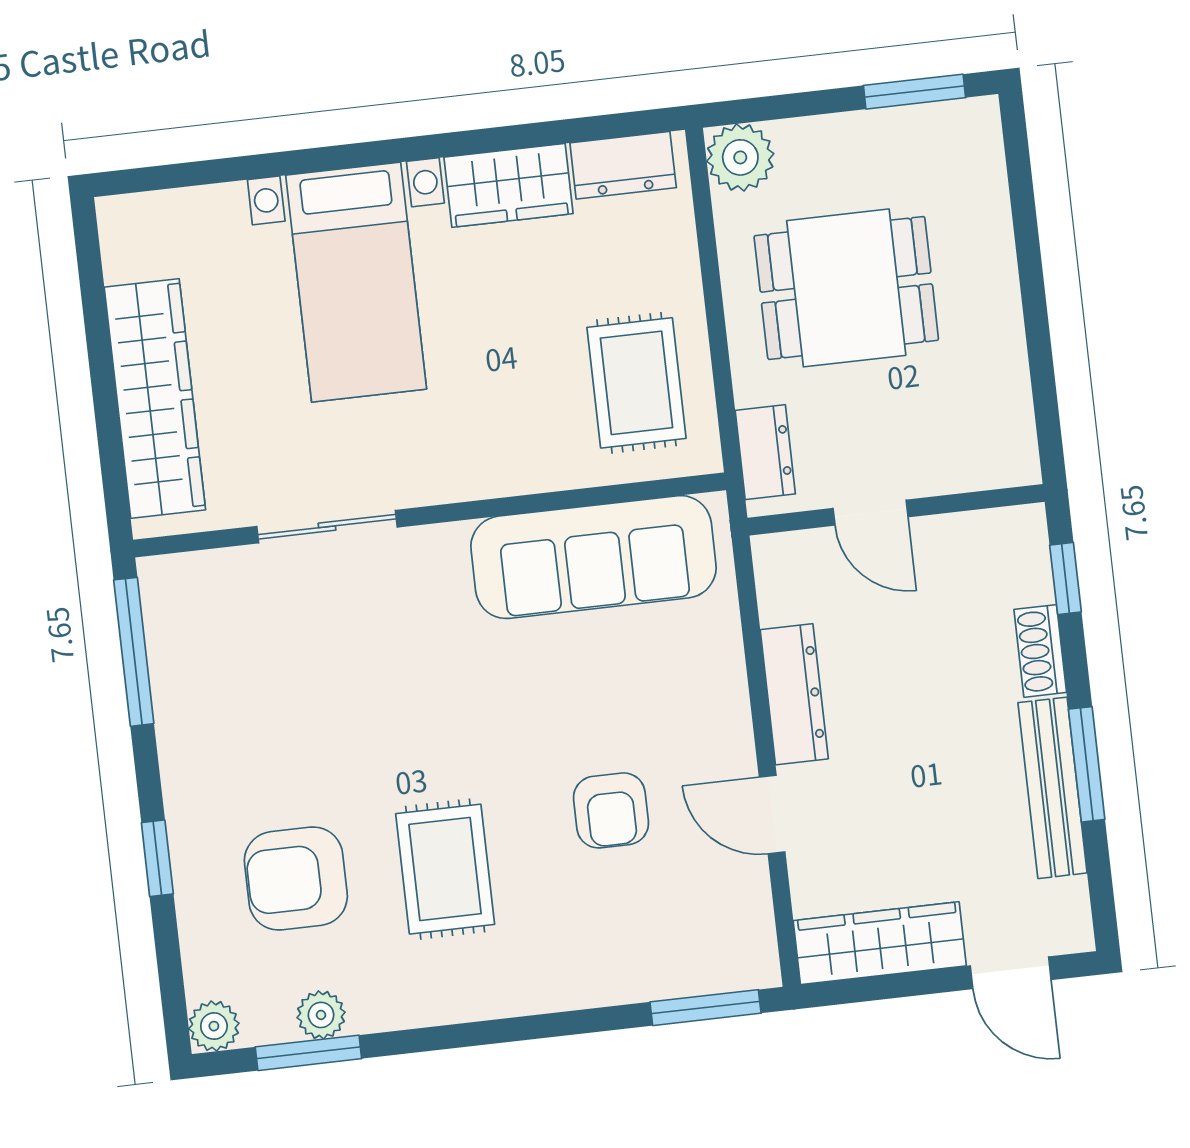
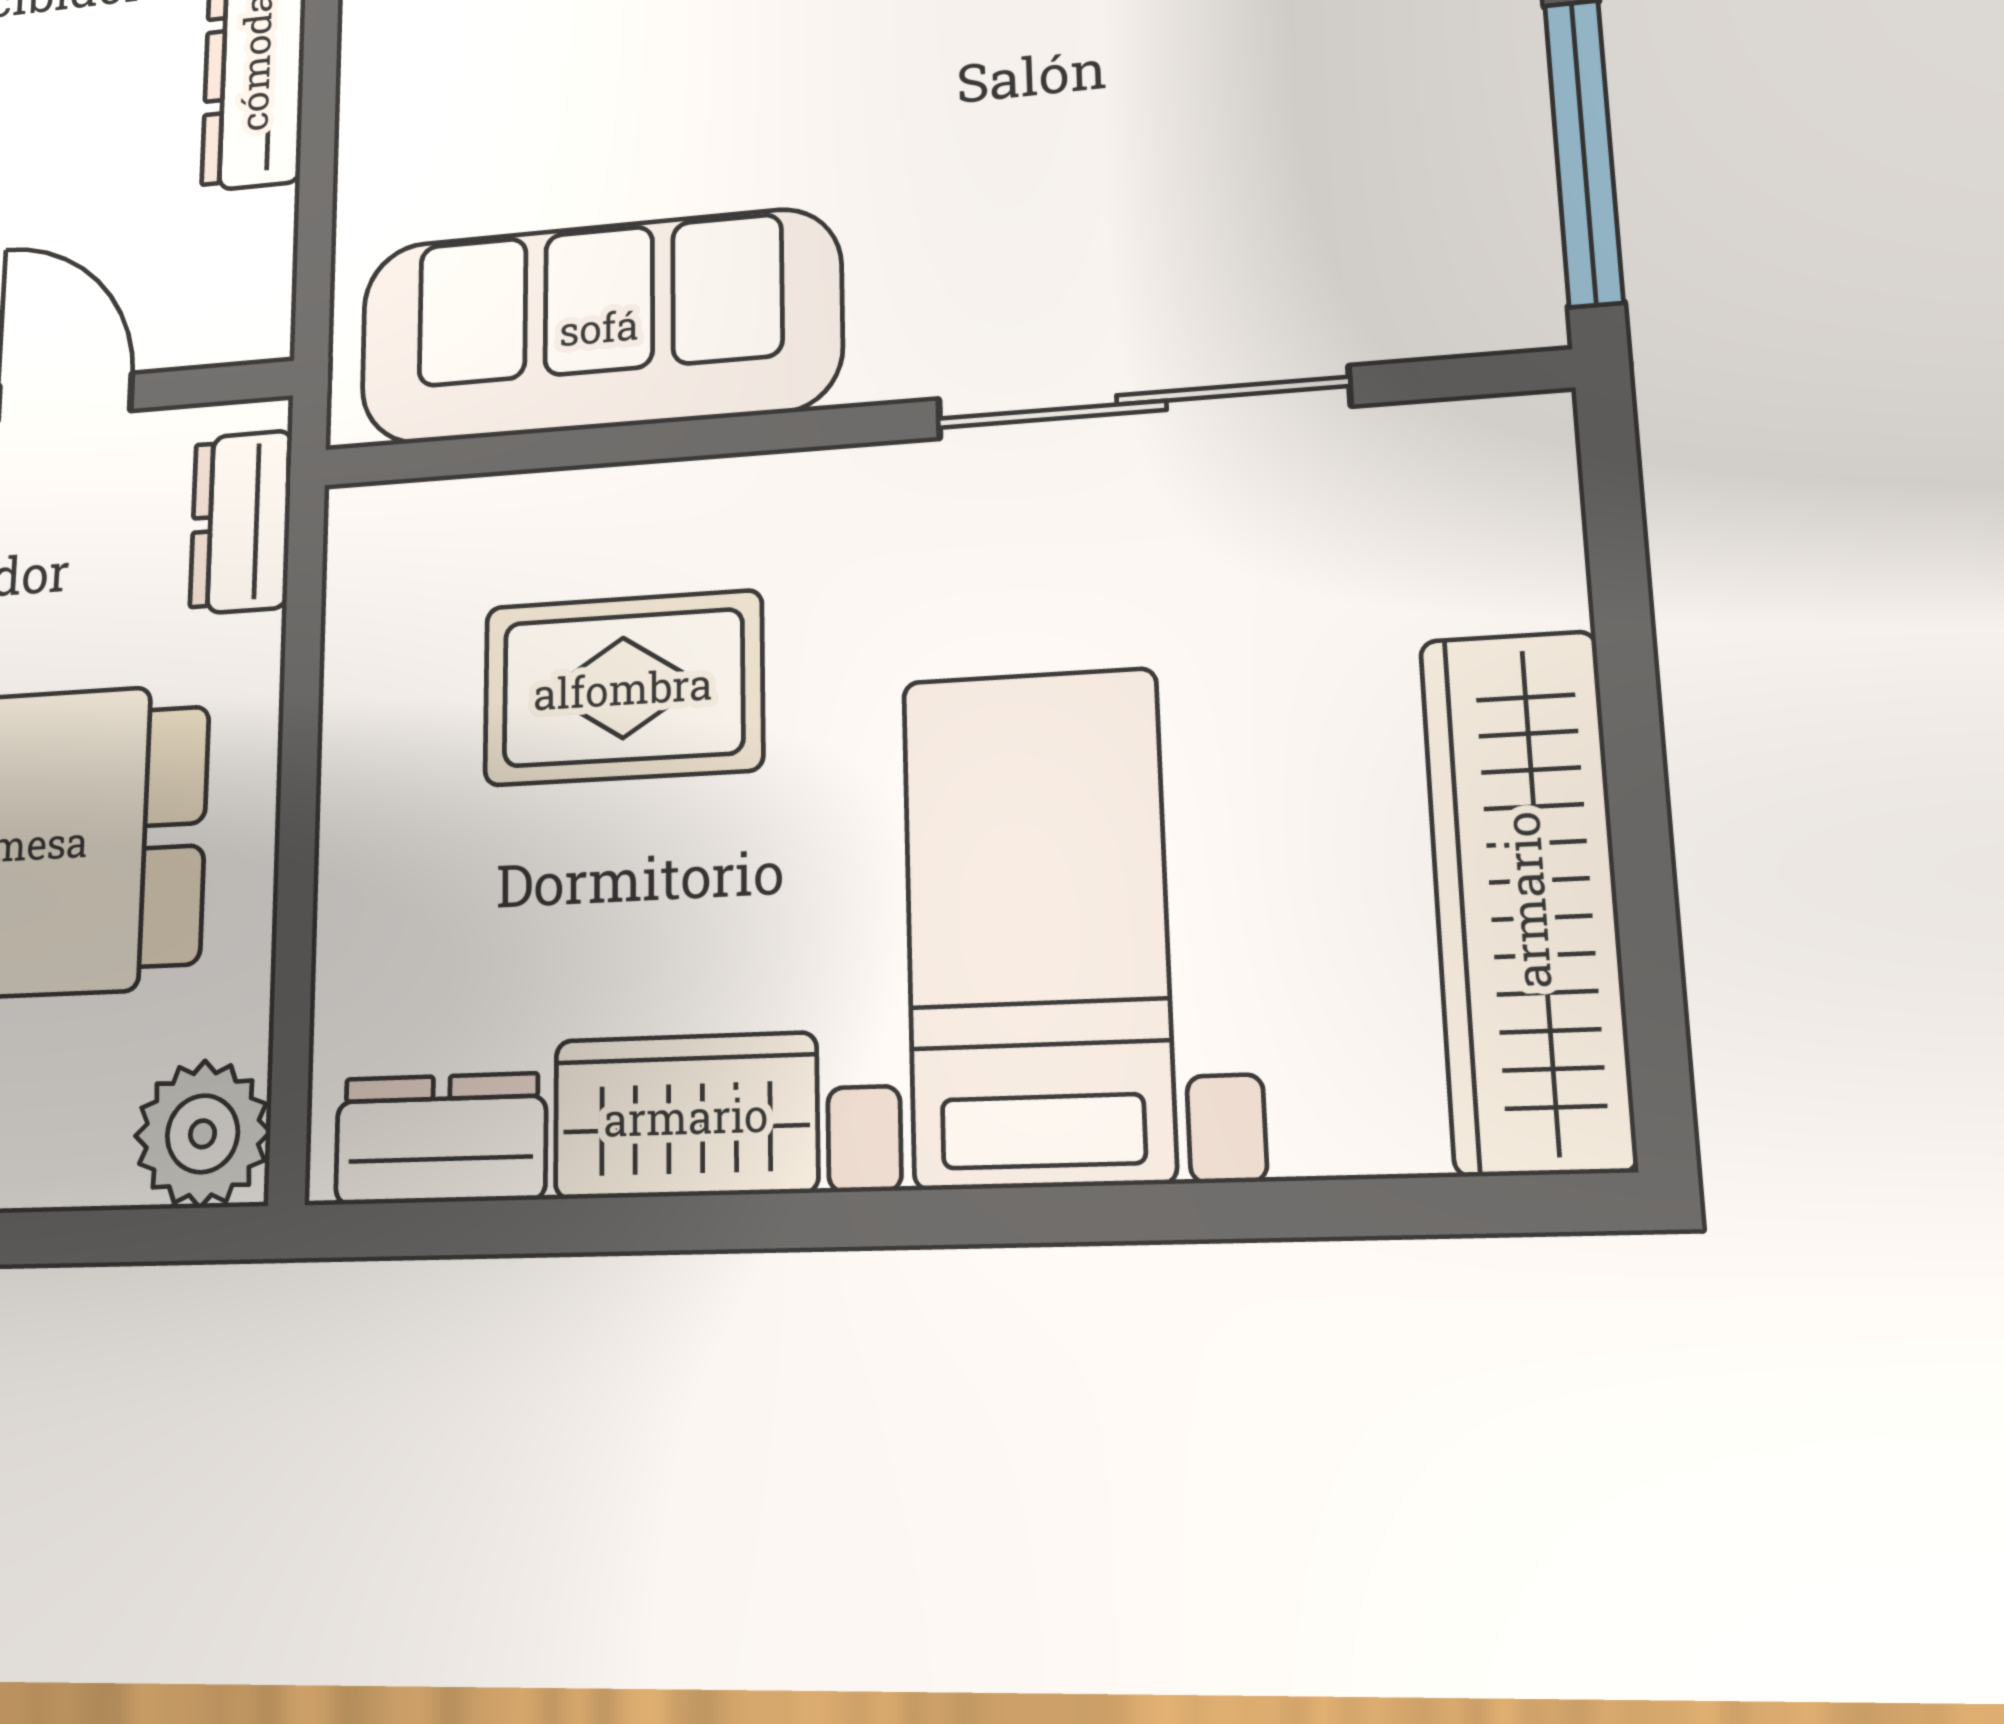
rug: (636, 383) -> (623, 688), moved, turned 90
wardrobe: (155, 398) -> (1526, 900), moved
sliding door: (327, 527) -> (1141, 403), width x1.37

